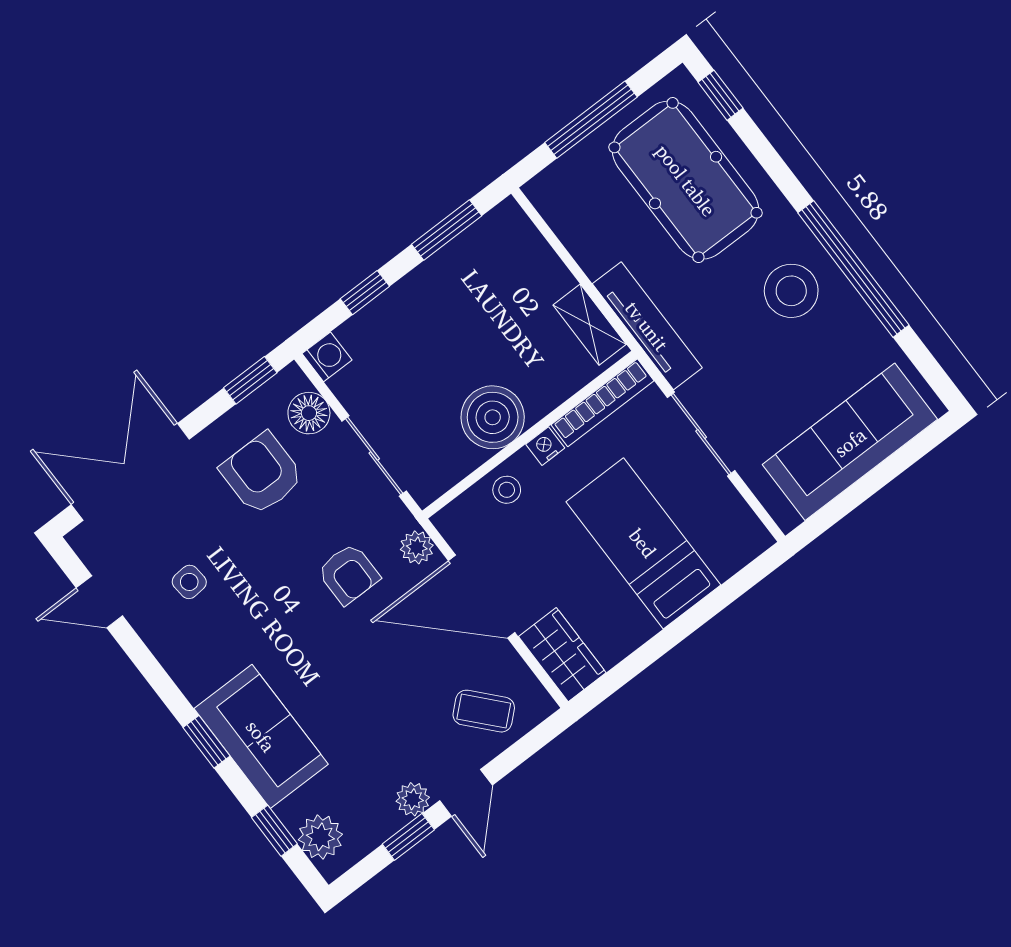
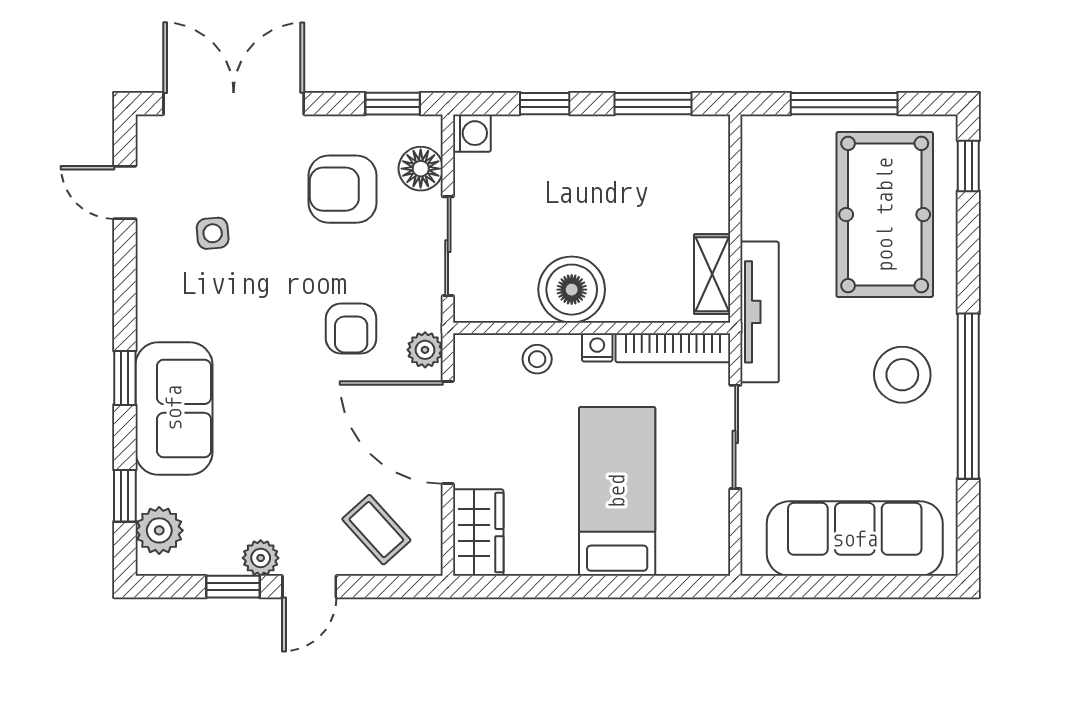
armchair: (262, 474) -> (342, 189), turned -90

